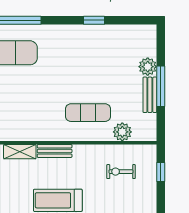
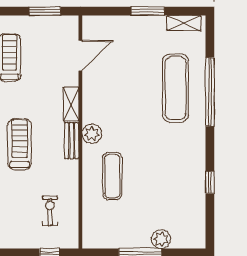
bench: (150, 95) -> (131, 241), removed
plant: (122, 132) -> (92, 134), moved

